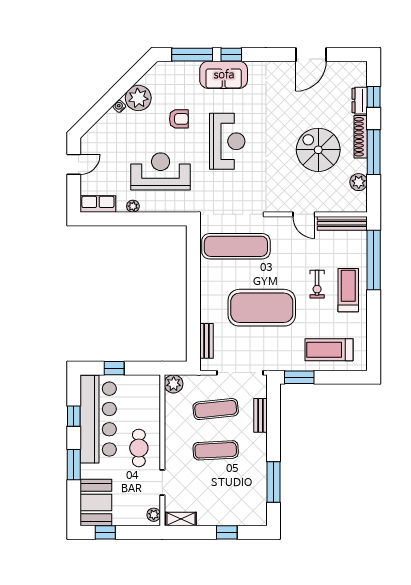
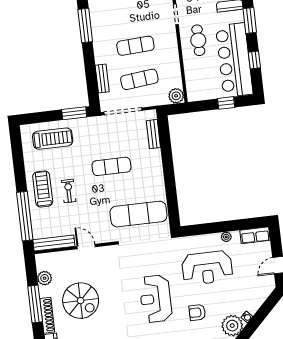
treadmill: (348, 290) -> (43, 189), turned 180
exercise mat: (262, 308) -> (111, 166), width x0.50, depth x0.69

